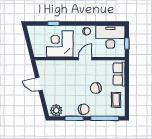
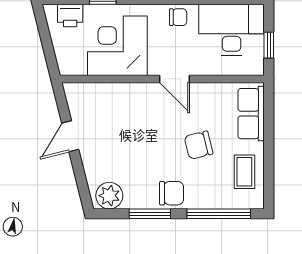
printer: (39, 31) -> (70, 16), added
door: (85, 59) -> (175, 79), swing flipped
door: (39, 84) -> (70, 136), hinge flipped

